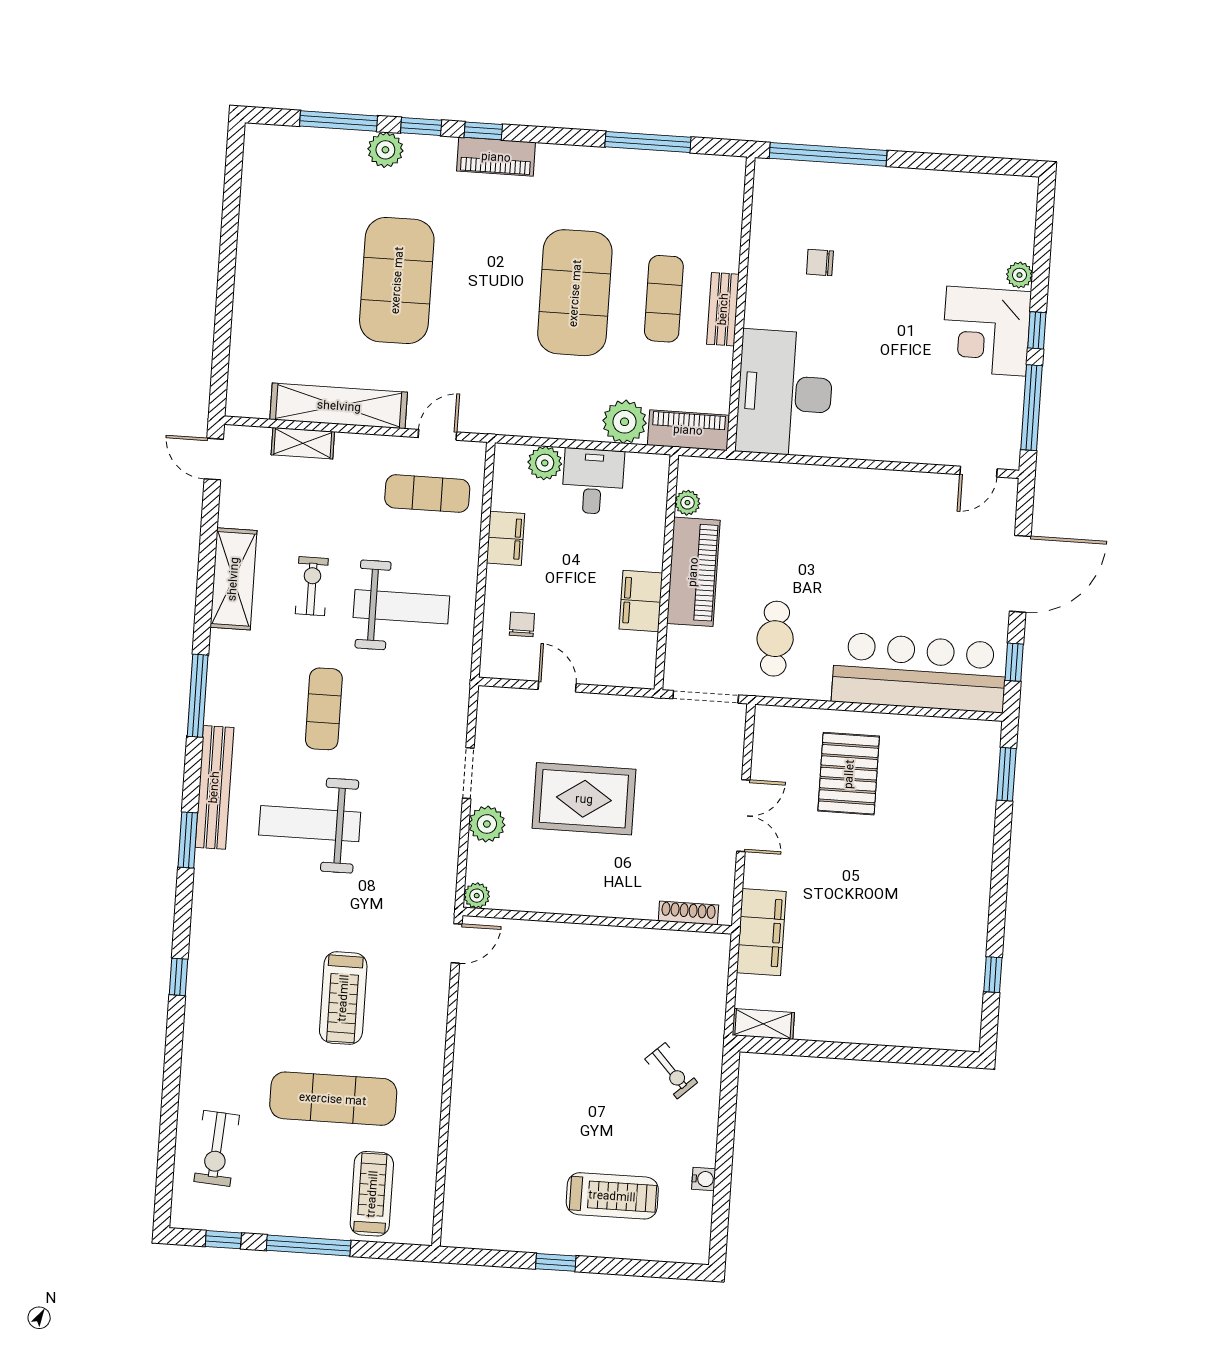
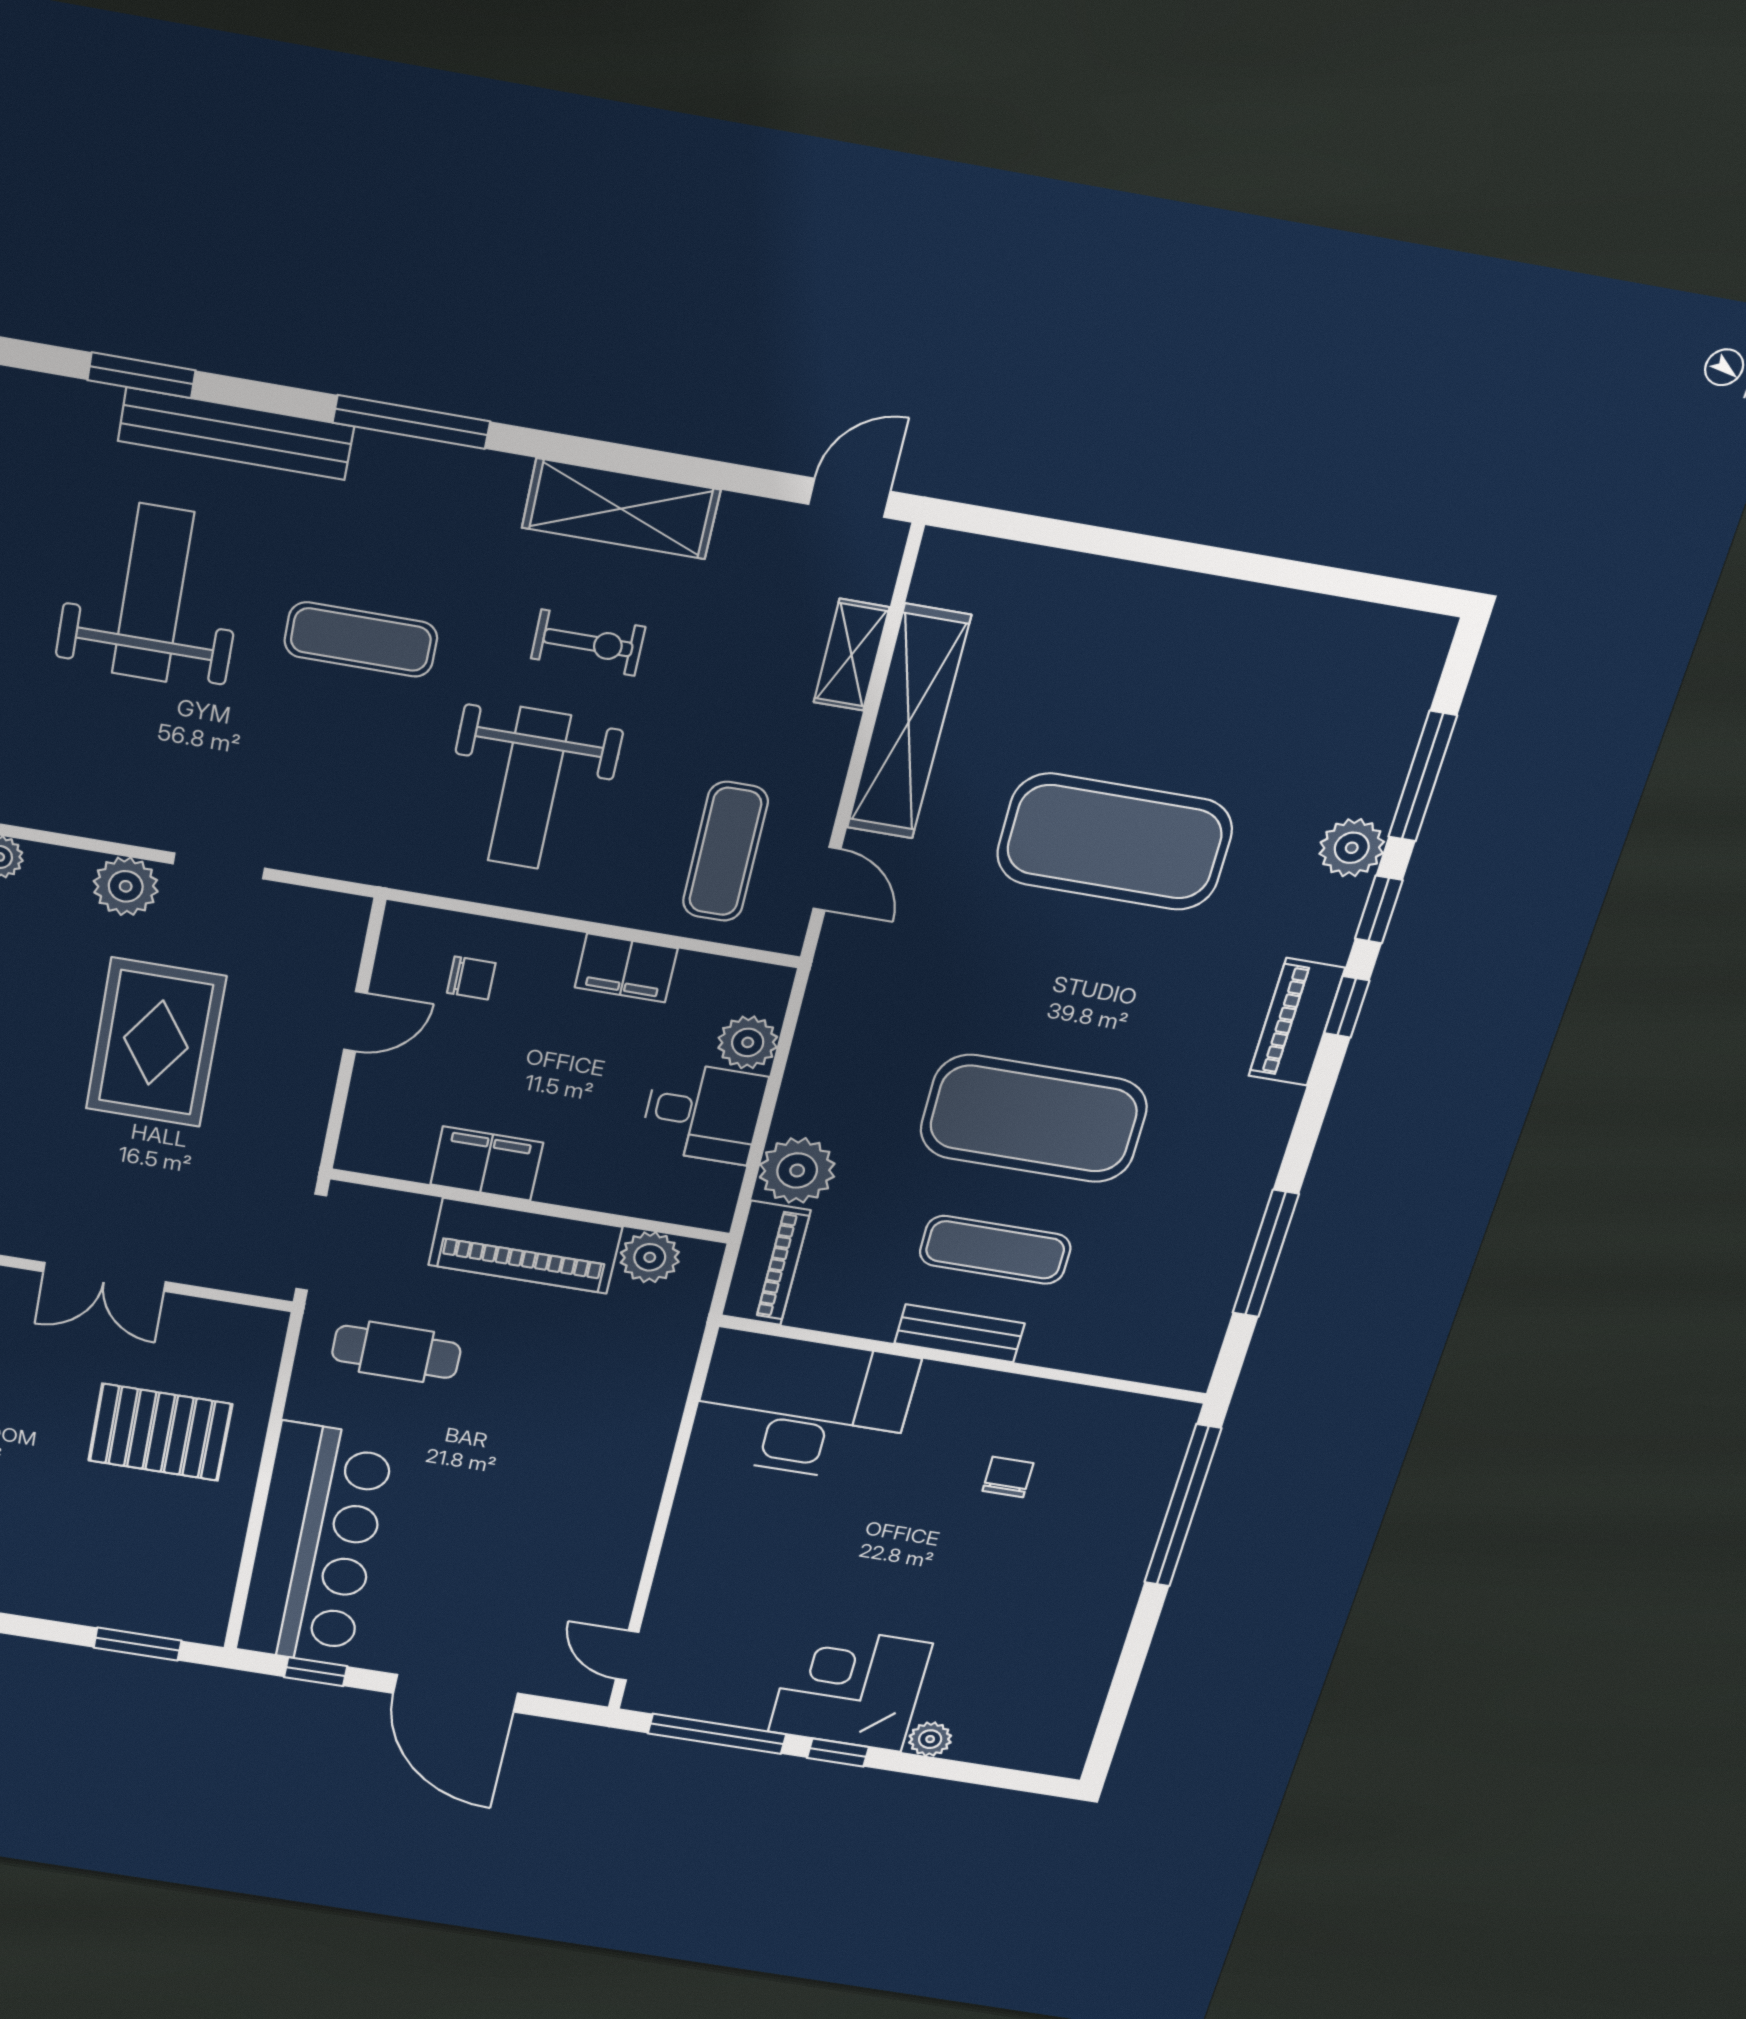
plant: (687, 503) -> (650, 1257), width x1.38, depth x1.38

